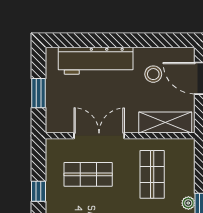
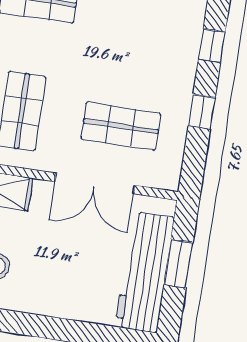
workbench: (96, 61) -> (145, 272), moved, turned -90

